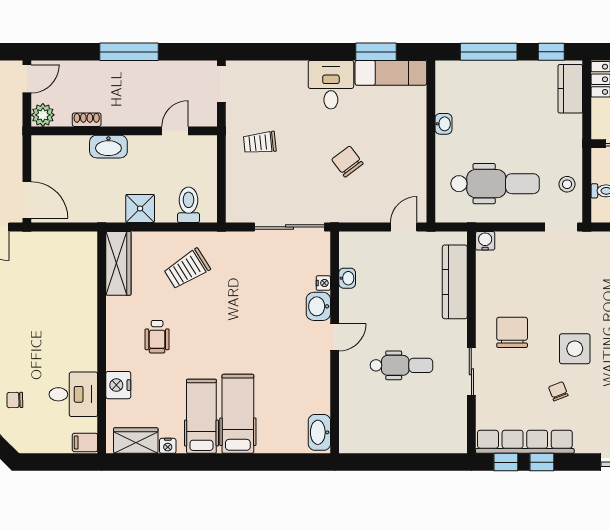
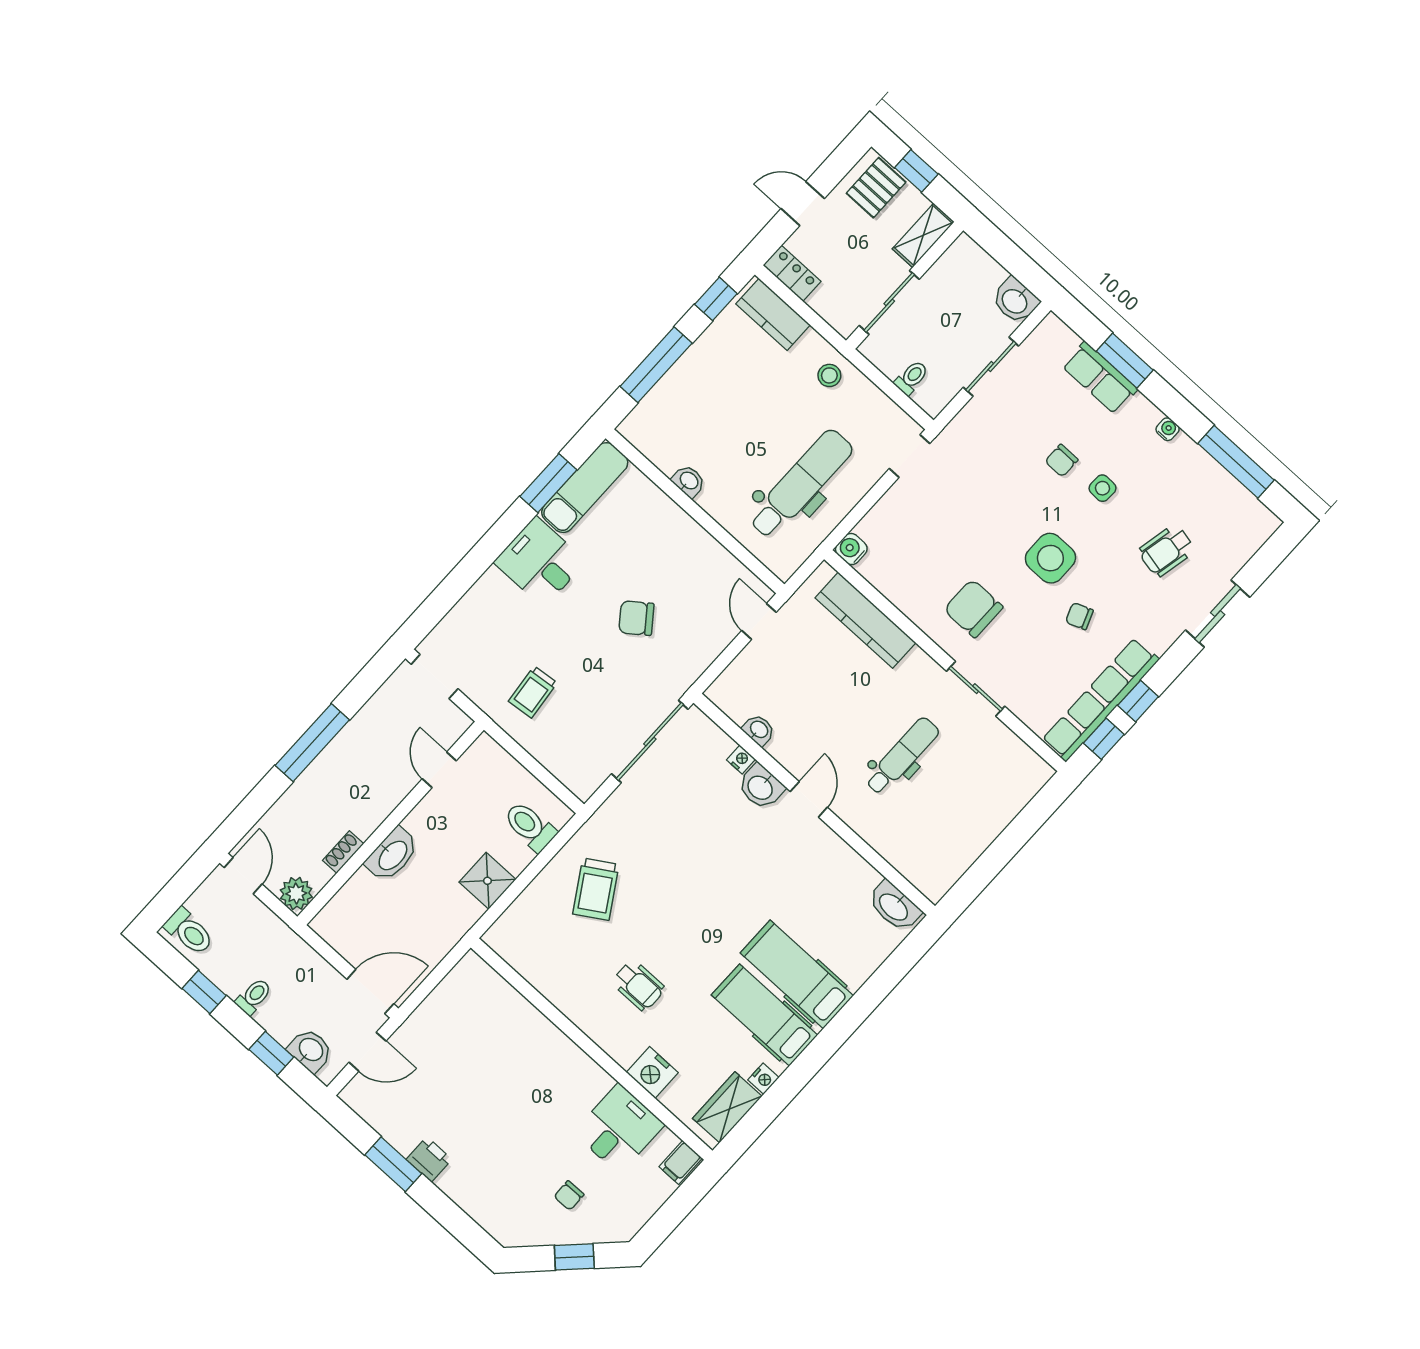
stool: (567, 184) -> (829, 375), moved
wardrobe: (118, 263) -> (524, 956), removed

